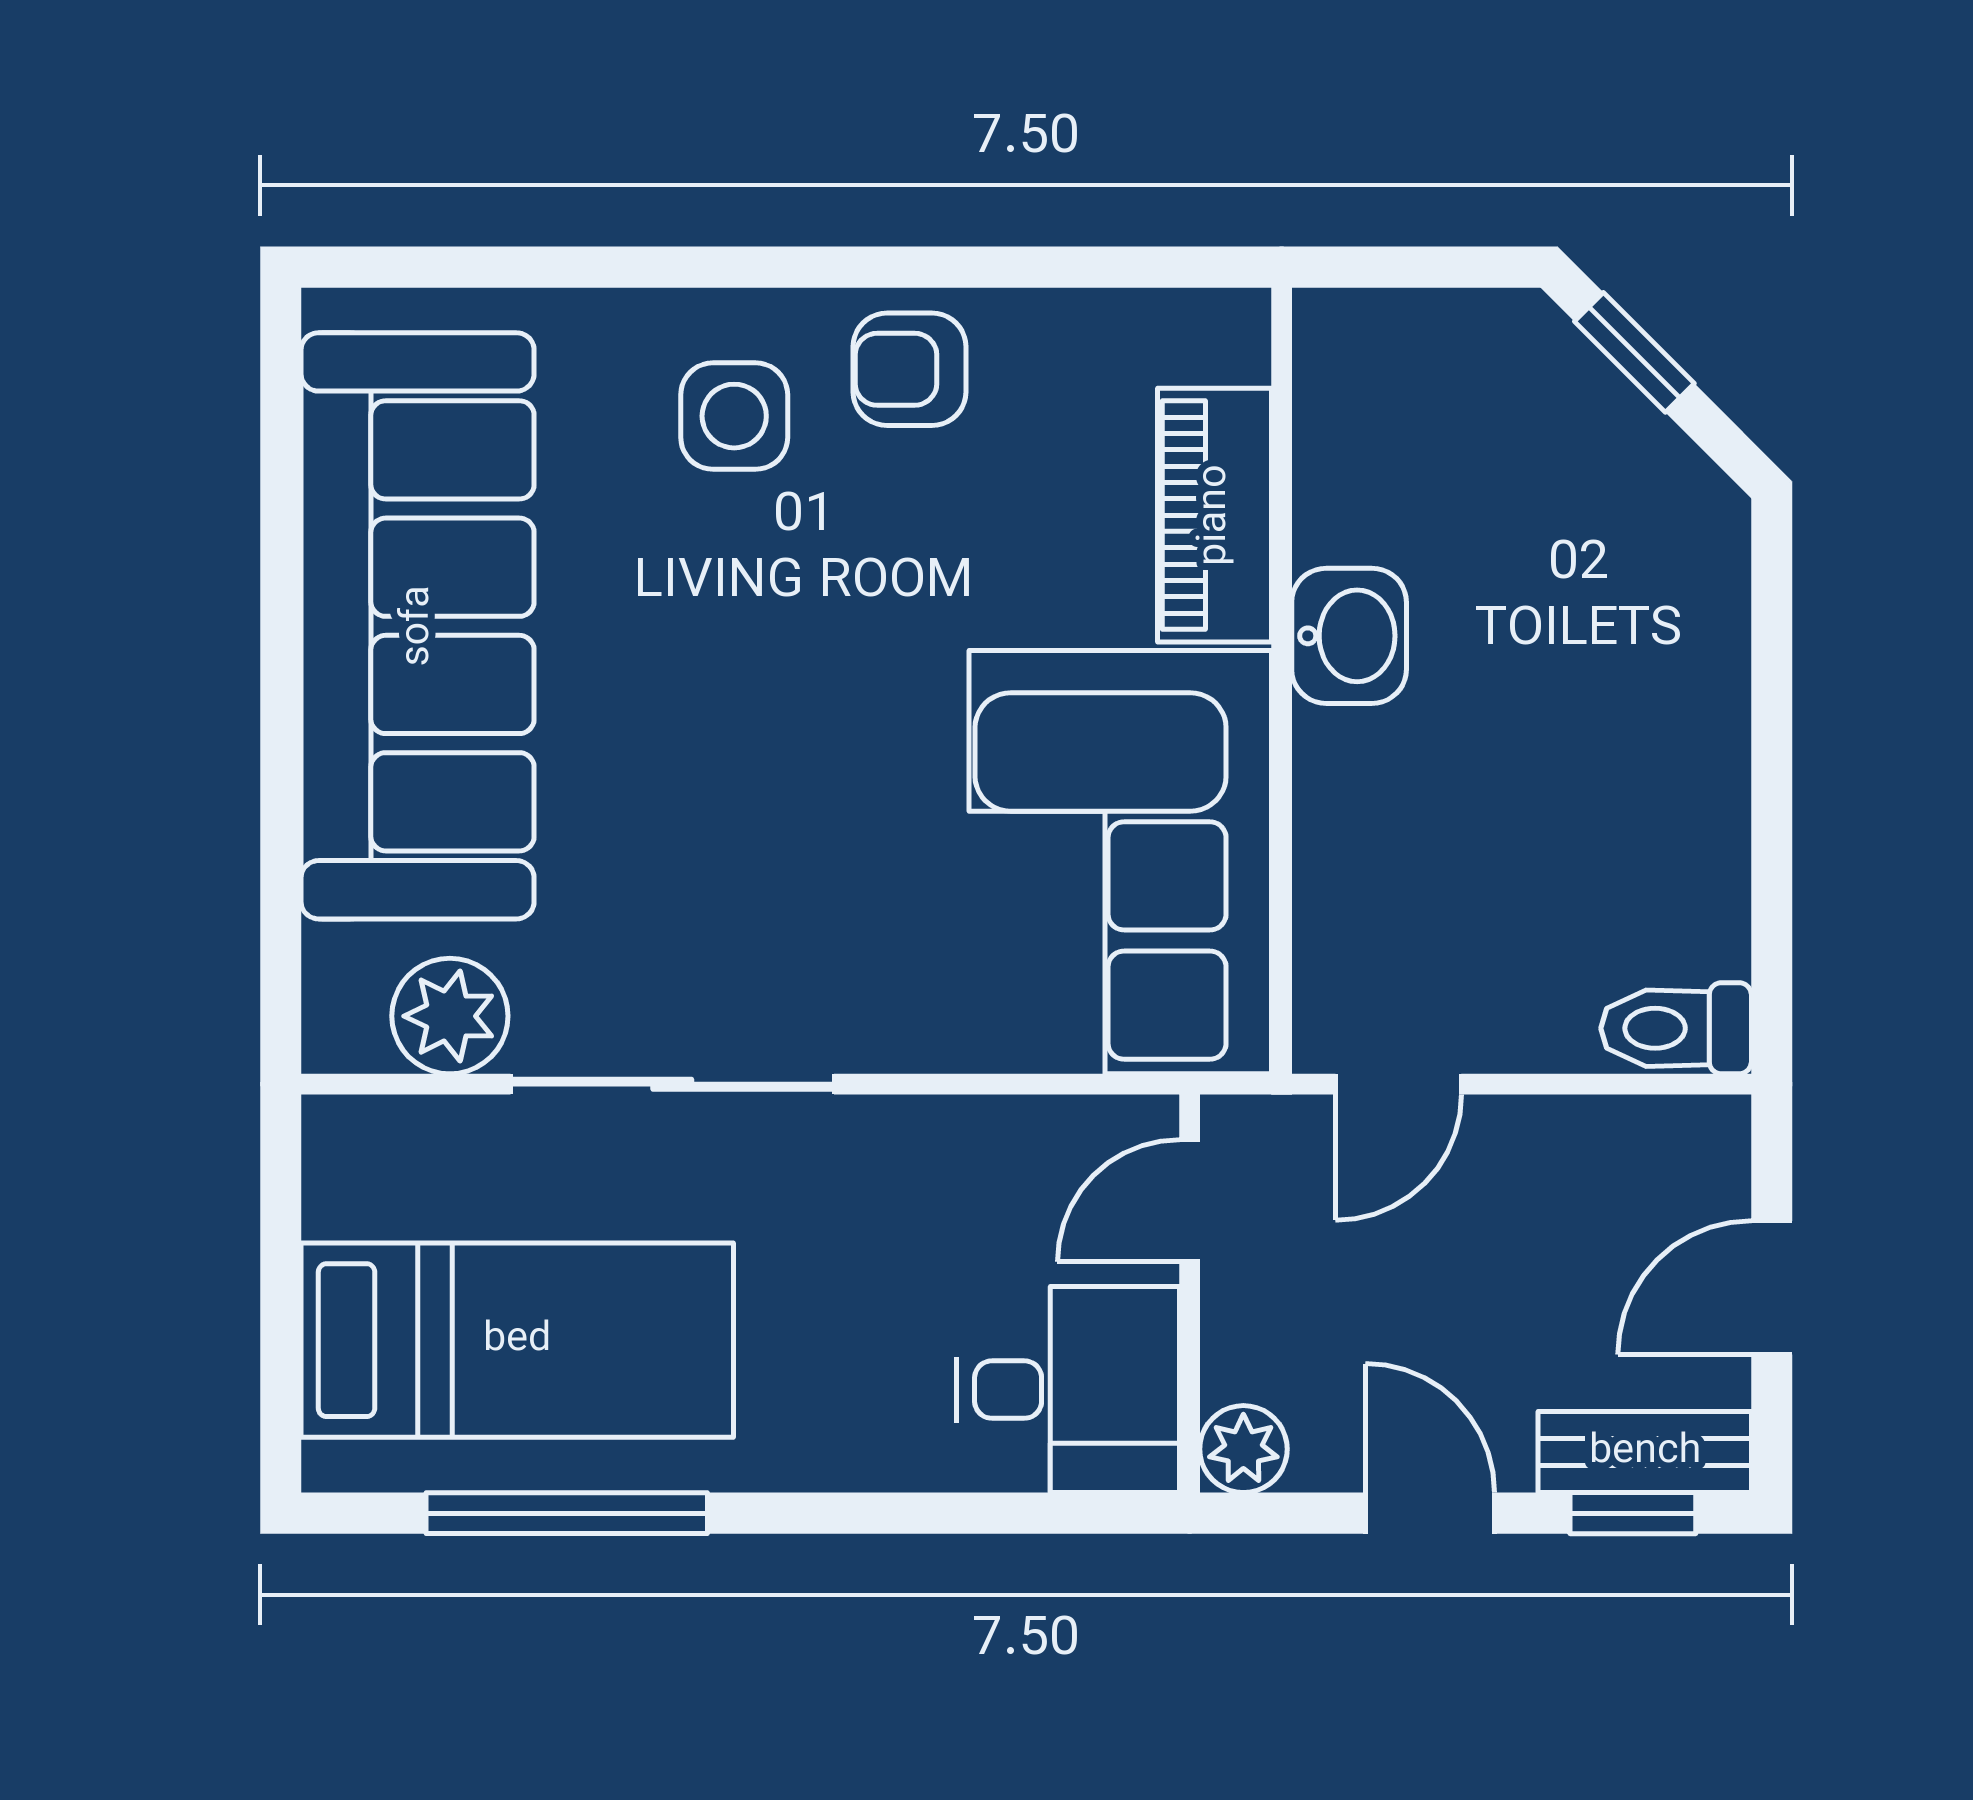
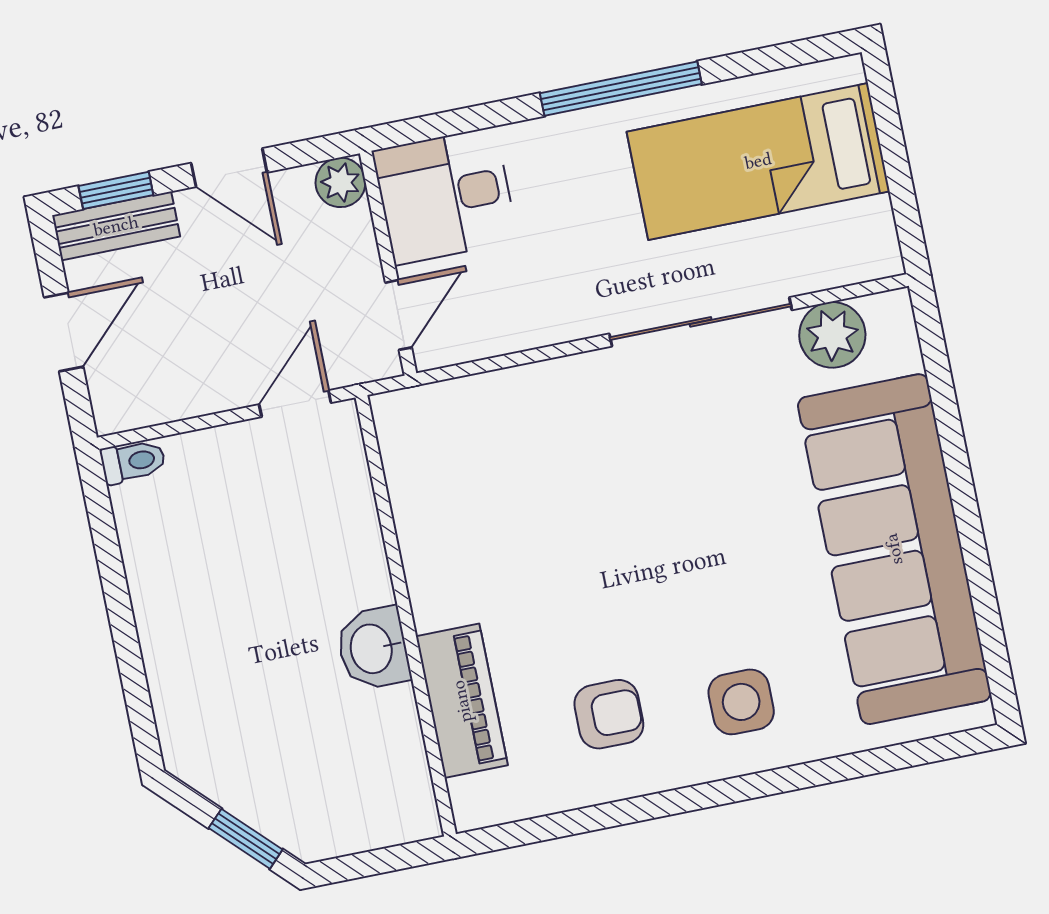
armchair: (910, 369) -> (609, 714), moved
corner sofa: (1120, 862) -> (475, 496), removed
toilet: (1676, 1028) -> (133, 462), width x0.73, depth x0.72
window: (567, 1513) -> (621, 89), moved

